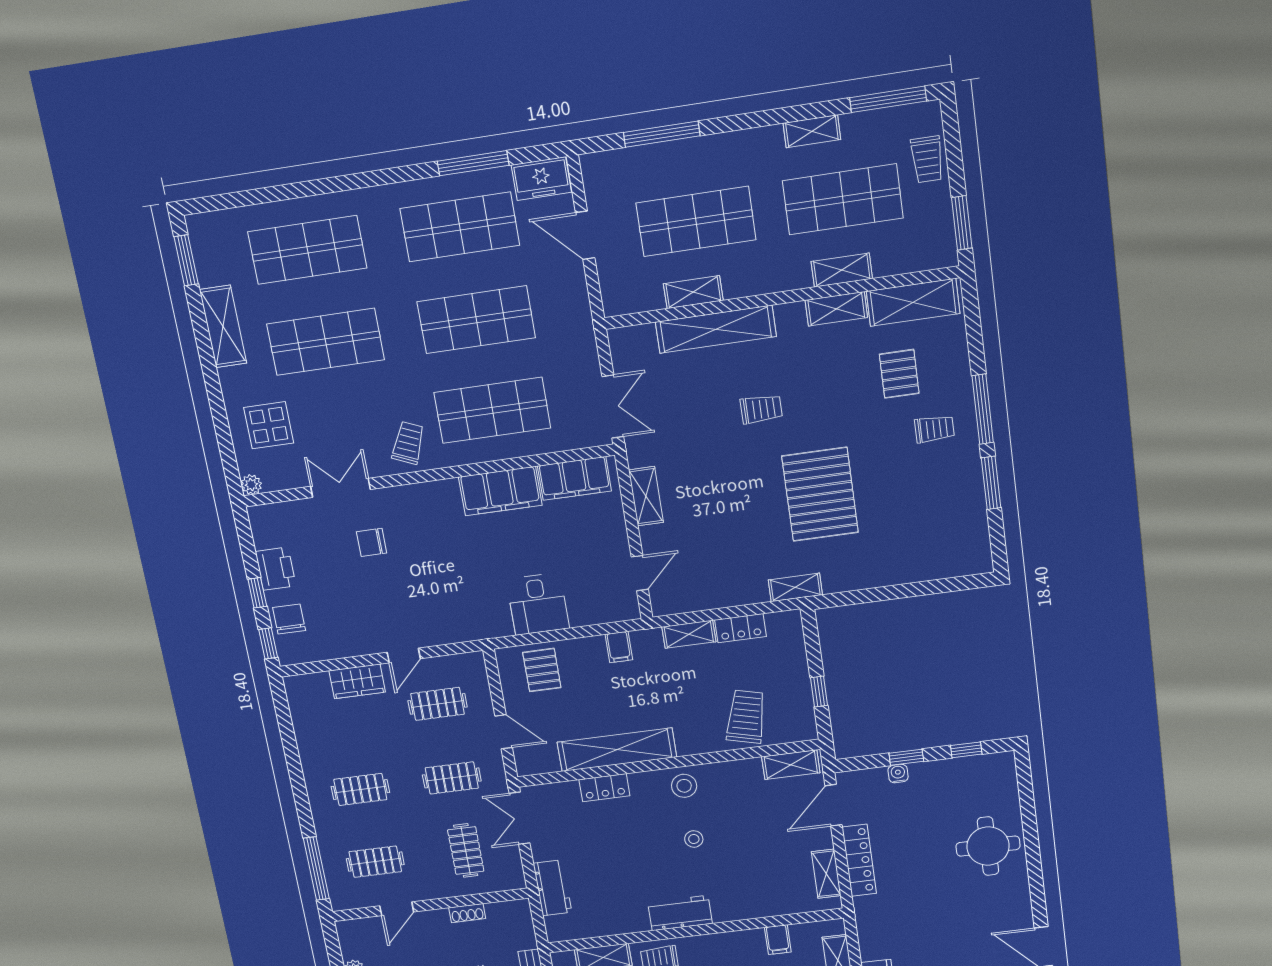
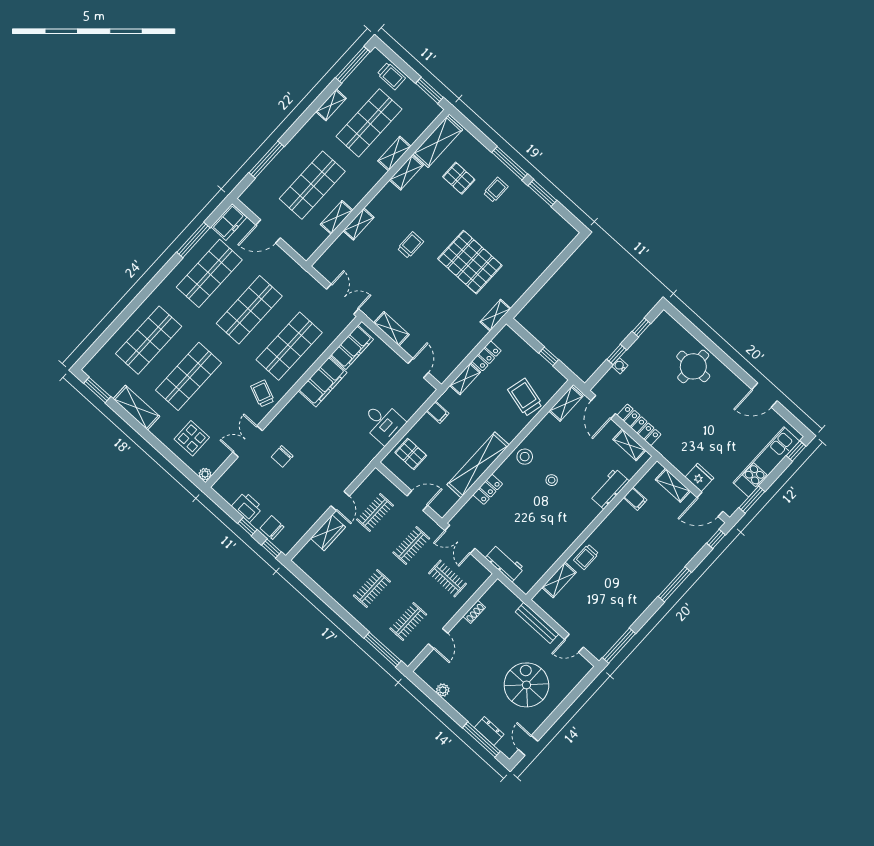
shelving: (716, 329) -> (359, 224), width x0.45, depth x0.75
workbench: (680, 913) -> (609, 489), moved

